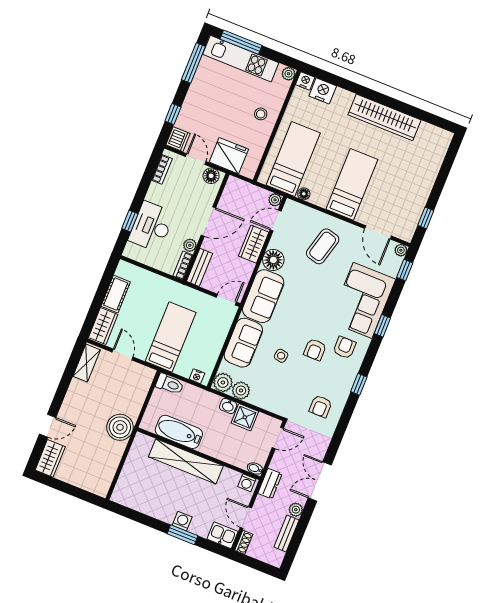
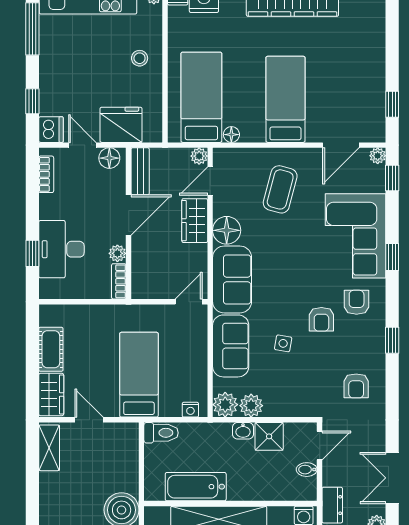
door: (378, 232) -> (341, 145), hinge flipped
bench: (199, 267) -> (140, 171), moved
bidet: (255, 468) -> (307, 470), moved

